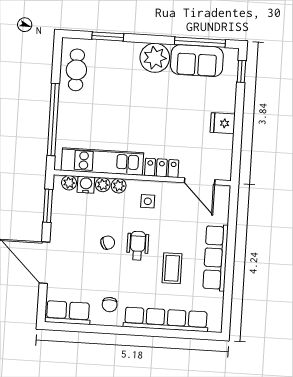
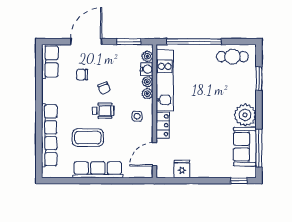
fridge: (223, 123) -> (182, 169), moved
coffee table: (172, 268) -> (88, 138), width x1.36, depth x1.30
chair: (110, 305) -> (82, 75), moved

